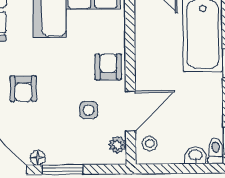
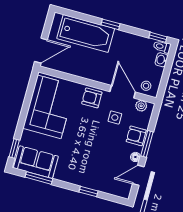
armchair: (23, 89) -> (136, 136), moved, turned 180

